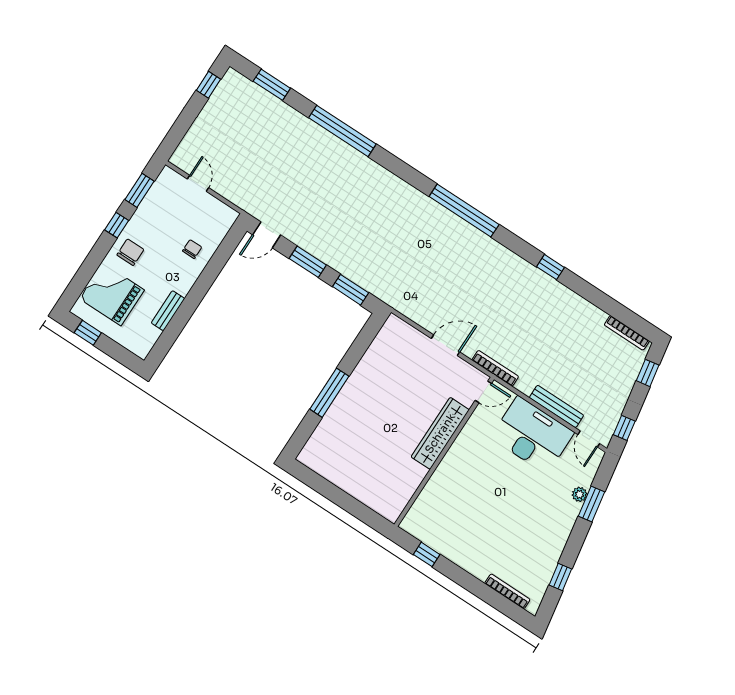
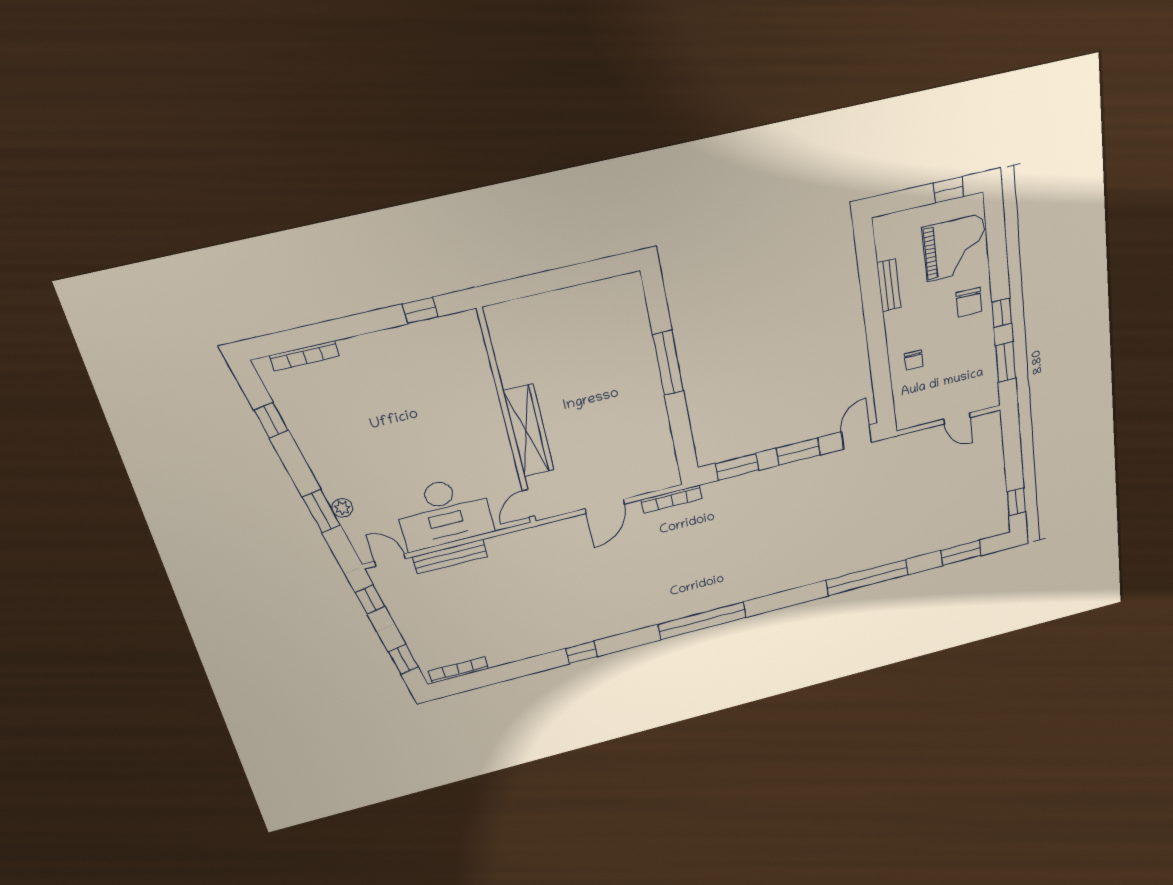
bookcase: (495, 368) -> (672, 499), moved

